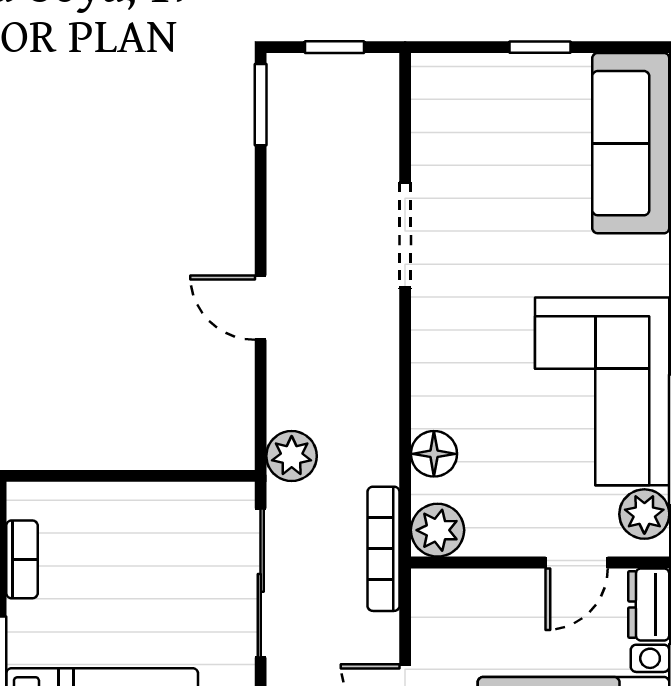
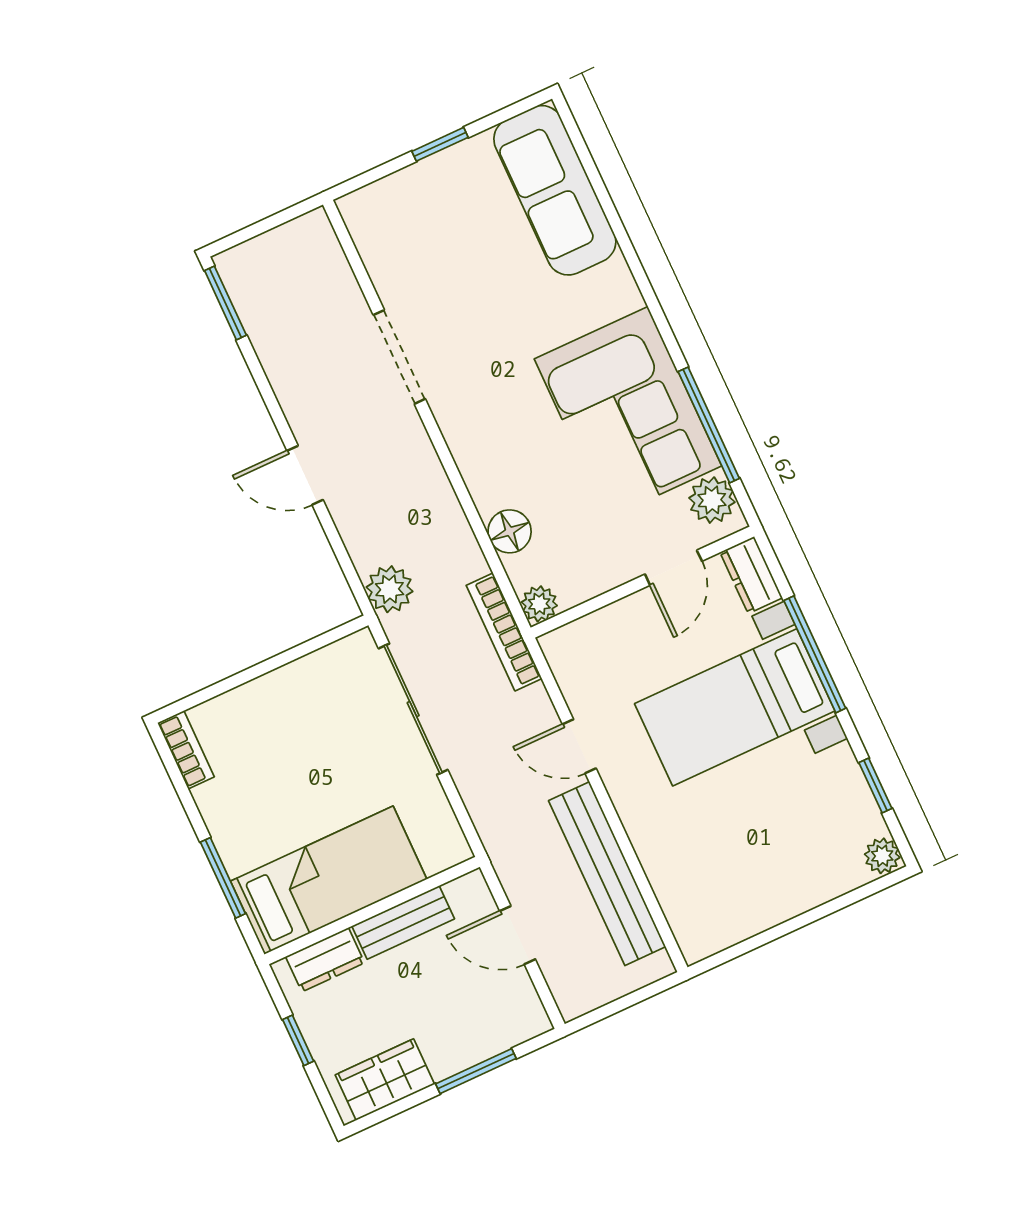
window: (334, 47) -> (265, 225), removed
plant: (438, 530) -> (539, 604), width x0.73, depth x0.73
bookcase: (22, 559) -> (186, 750), moved

